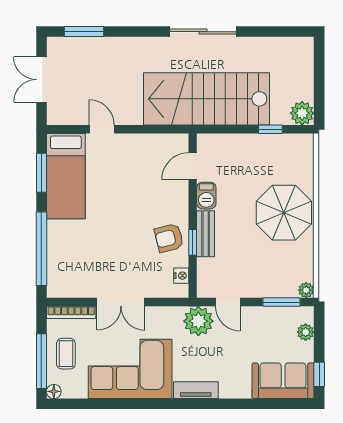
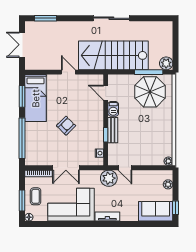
door: (102, 129) -> (68, 72), moved
window: (270, 129) -> (149, 72), width x2.17
door: (193, 166) -> (106, 93), hinge flipped
parasol: (284, 213) -> (150, 92), moved
armchair: (169, 238) -> (66, 126), moved, turned 149
window: (281, 302) -> (155, 168), removed
window: (41, 361) -> (22, 200), width x0.69

